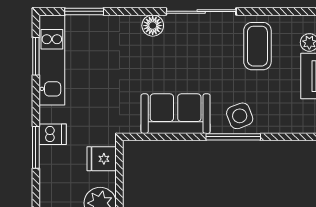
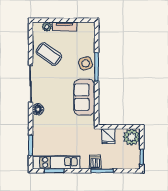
coffee table: (257, 46) -> (49, 54), turned 36

